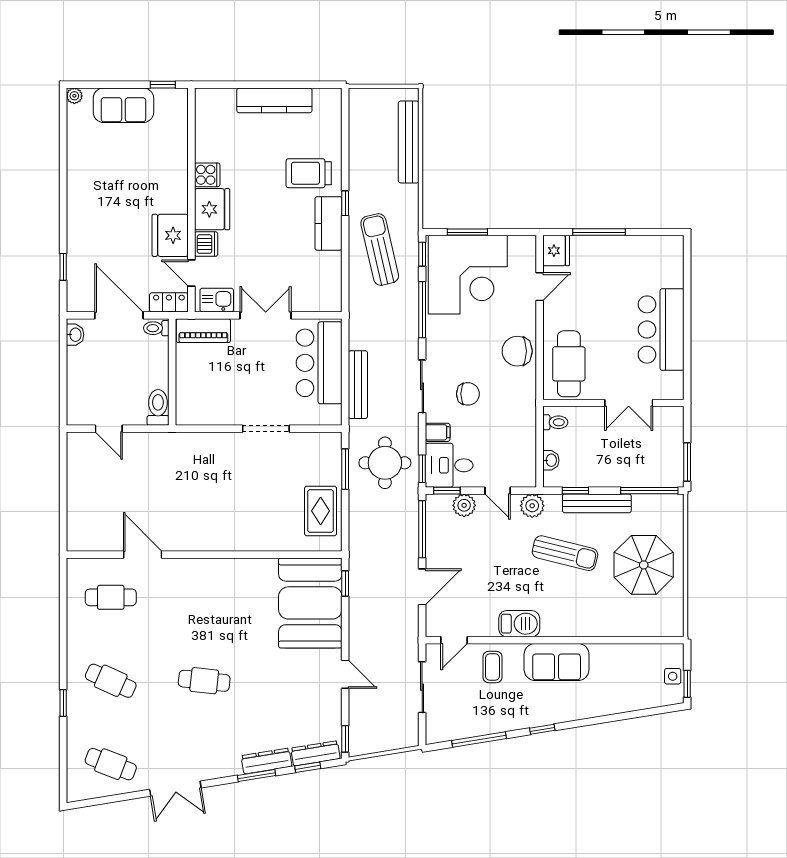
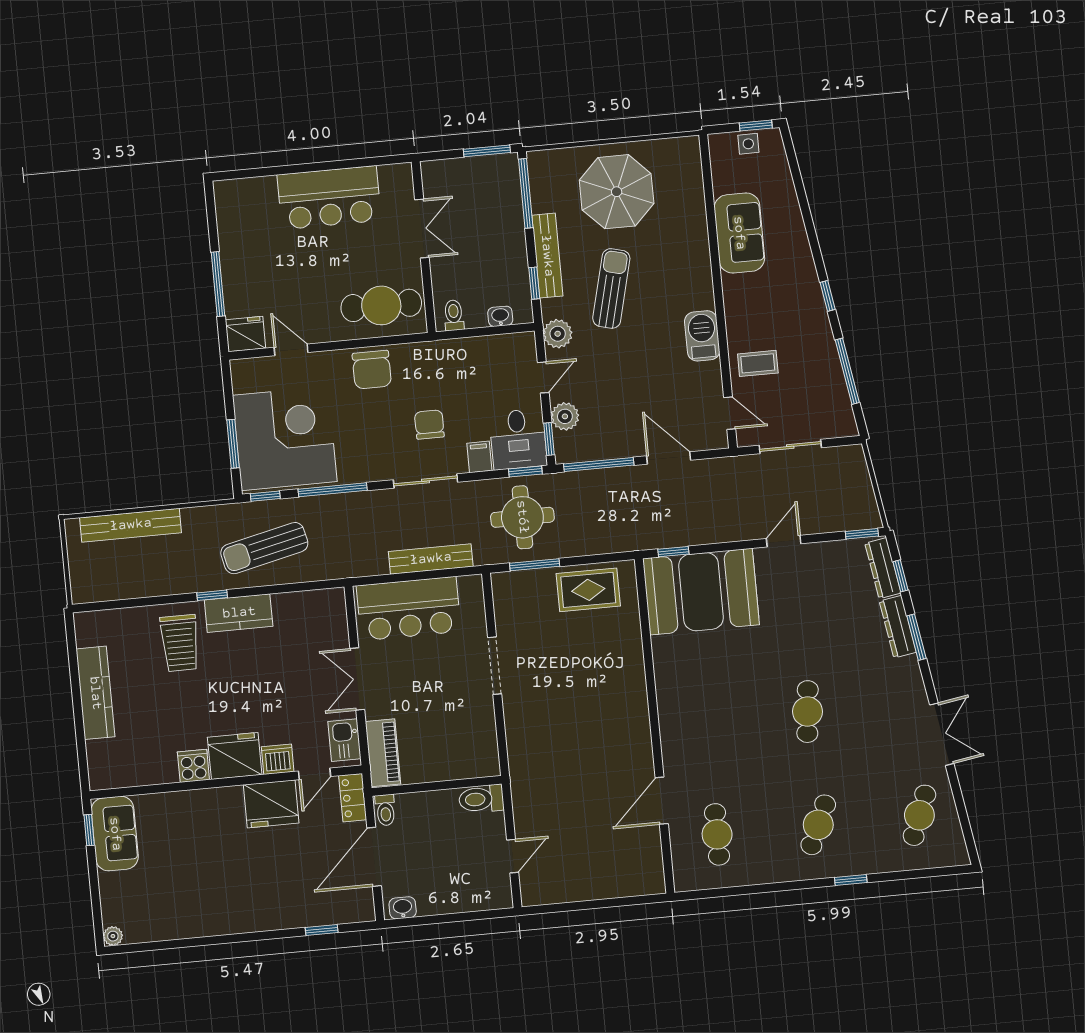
sofa: (123, 105) -> (115, 834), moved
sofa: (557, 662) -> (739, 233), moved

